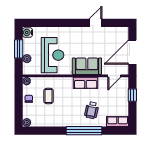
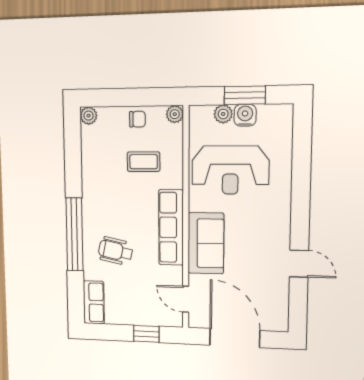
water cooler: (28, 33) -> (245, 115), moved
row of seats: (86, 83) -> (171, 227), width x1.48

